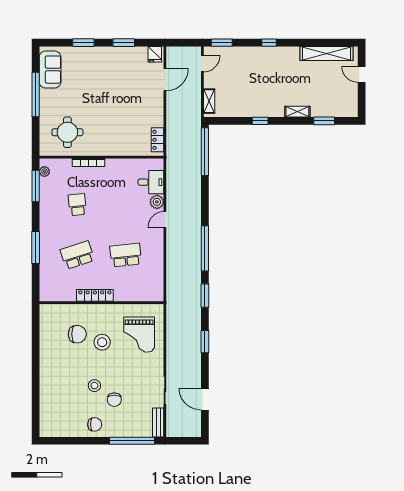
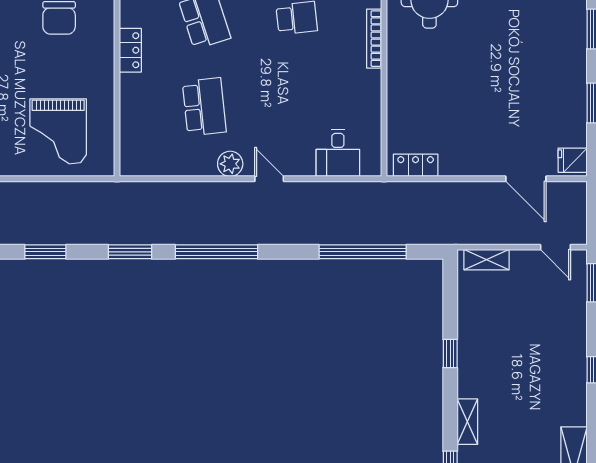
window: (205, 152) -> (363, 252), moved
plant: (157, 202) -> (230, 164), moved
locker: (95, 295) -> (130, 50), width x0.66
grand piano: (139, 335) -> (58, 131), turned -90
stool: (102, 342) -> (44, 64), removed

